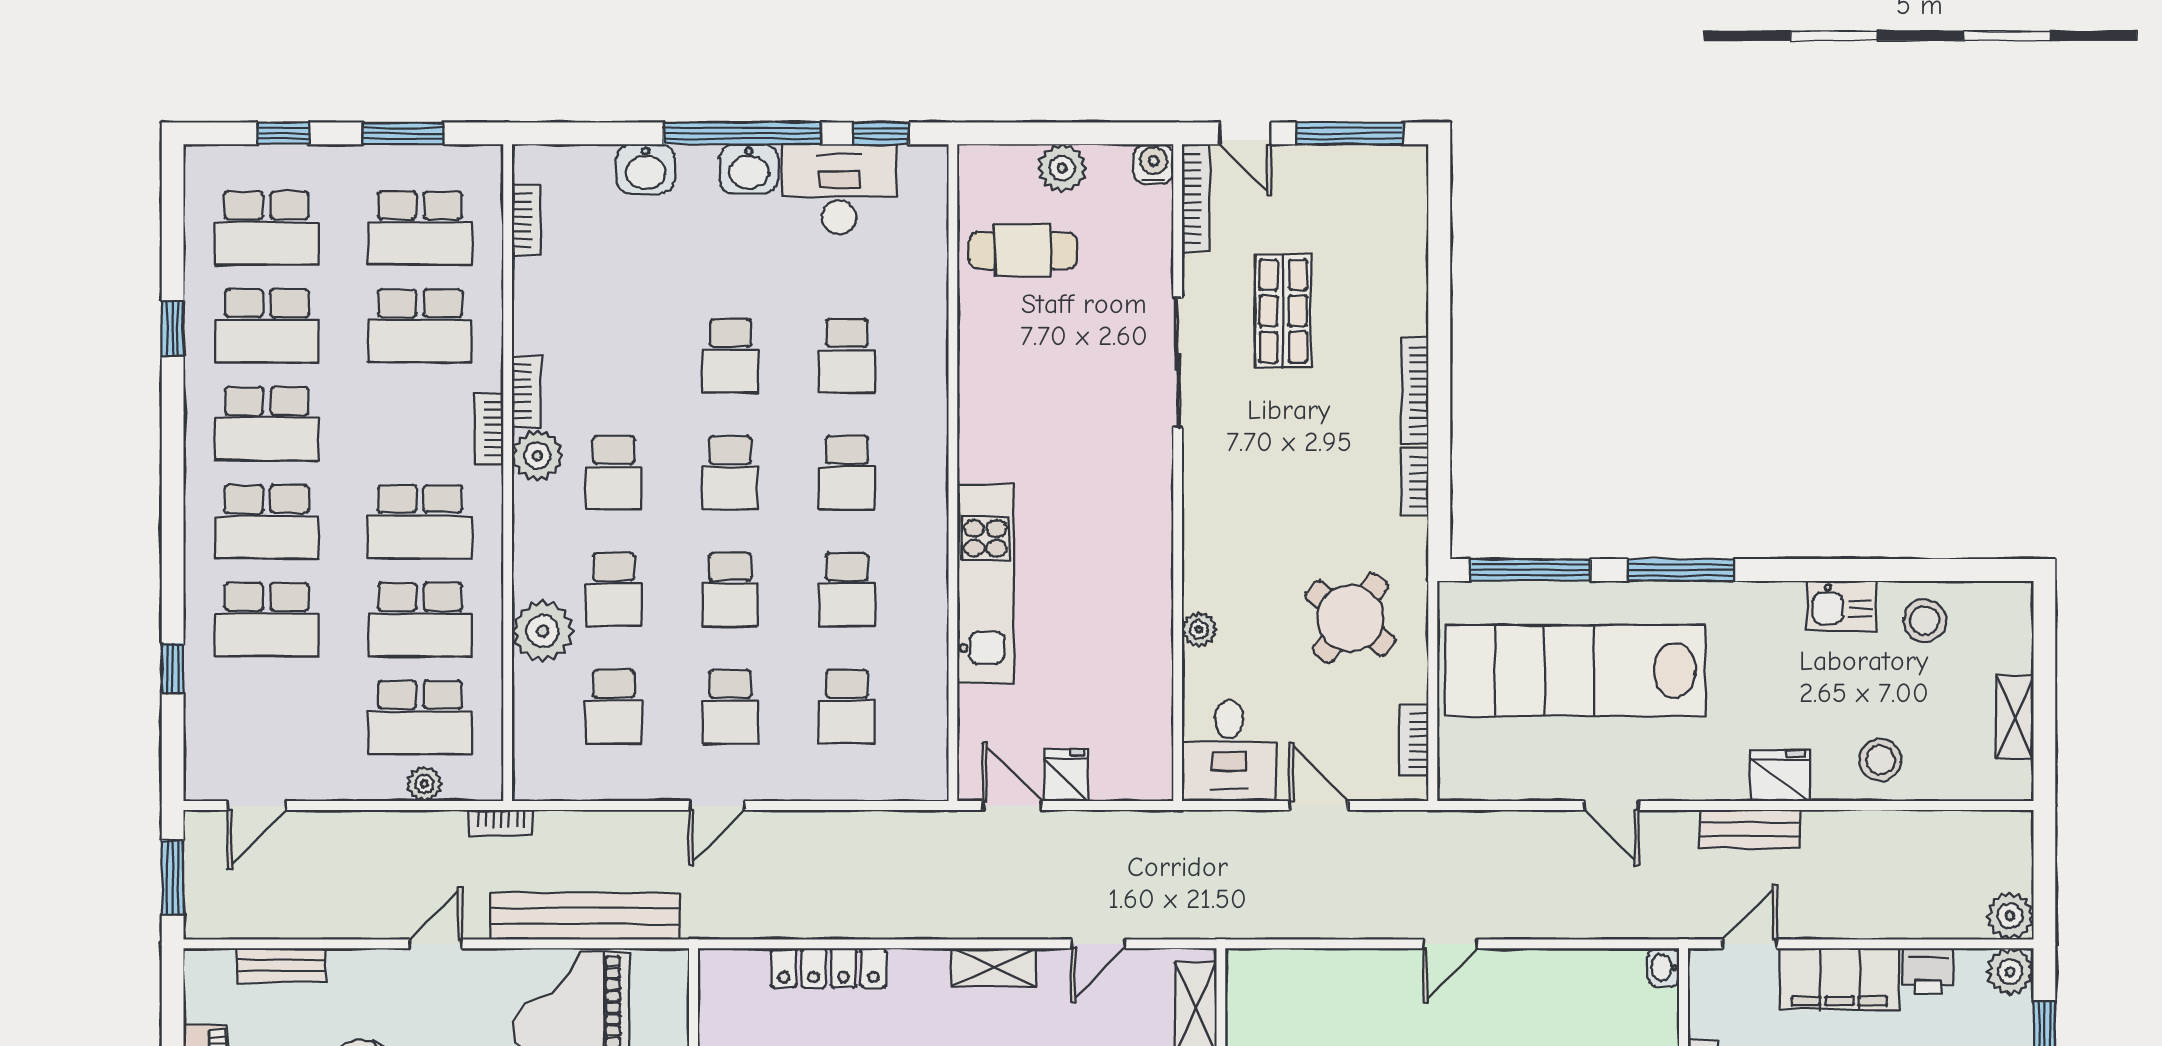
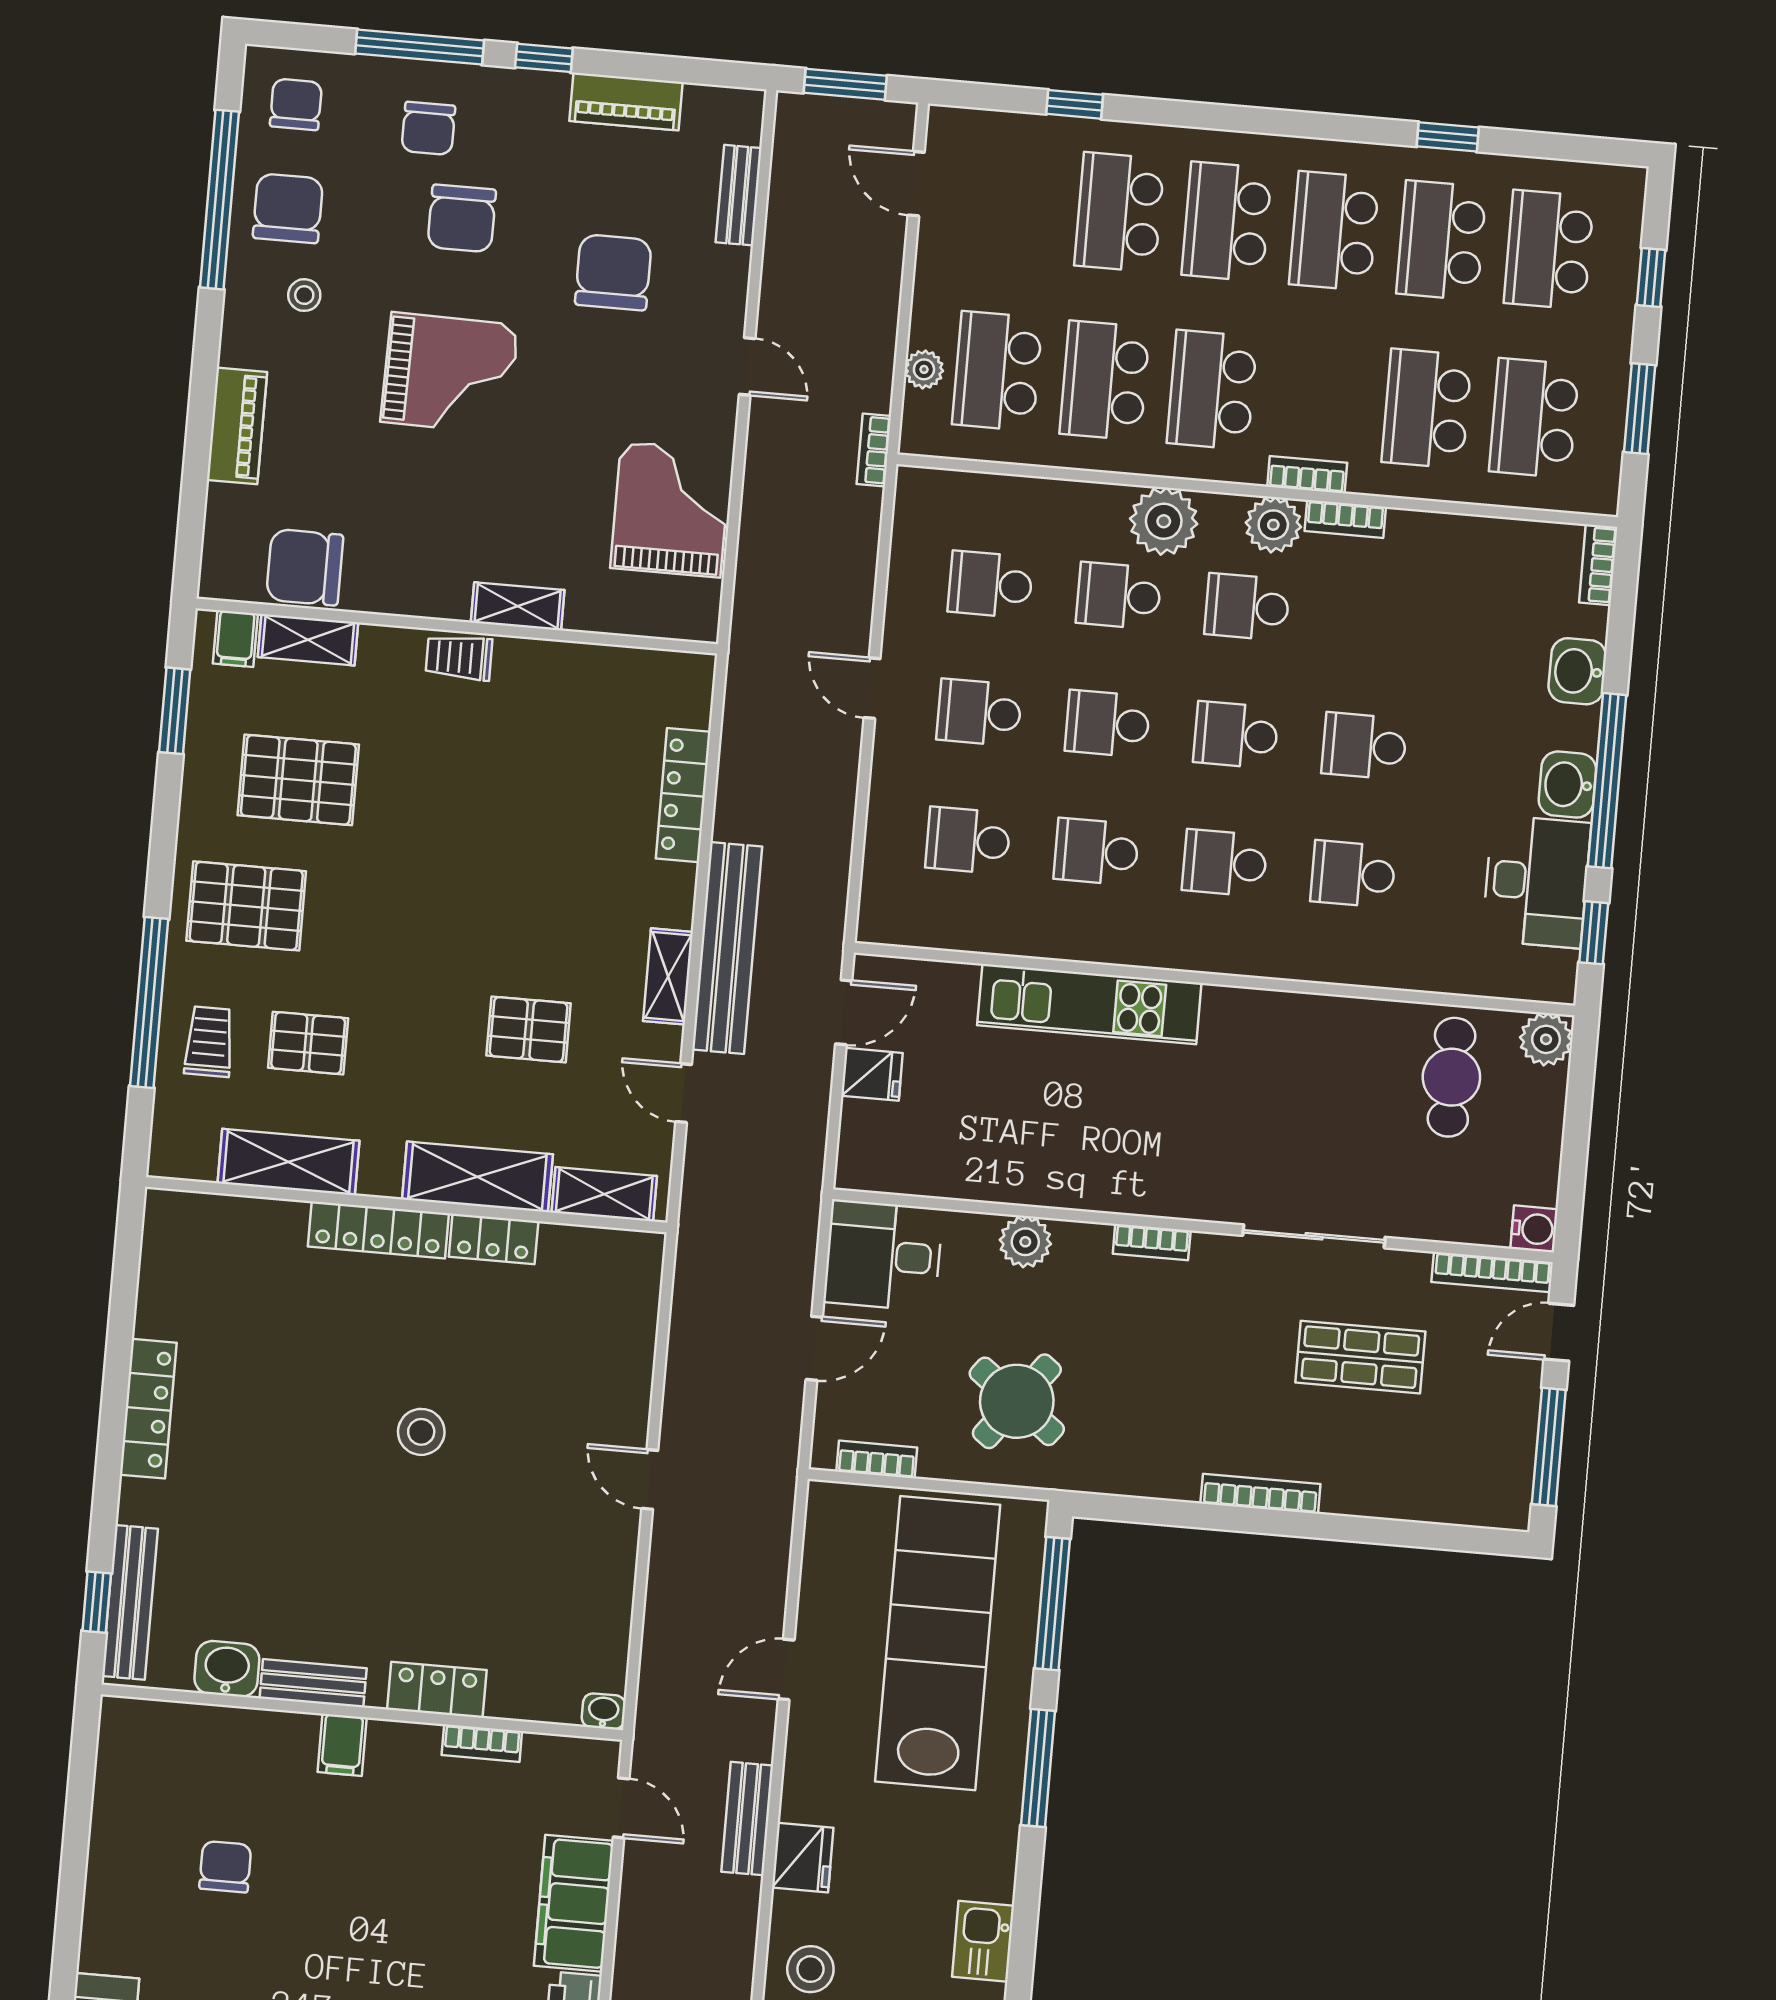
plant: (1062, 168) -> (1546, 1039), moved
bookcase: (526, 220) -> (1598, 565), moved, turned 90
bookcase: (1415, 482) -> (1152, 1242), moved, turned 180
plant: (1199, 629) -> (1025, 1242), width x1.38, depth x1.38
plant: (543, 631) -> (1164, 521), moved
bench: (585, 916) -> (727, 948), moved

